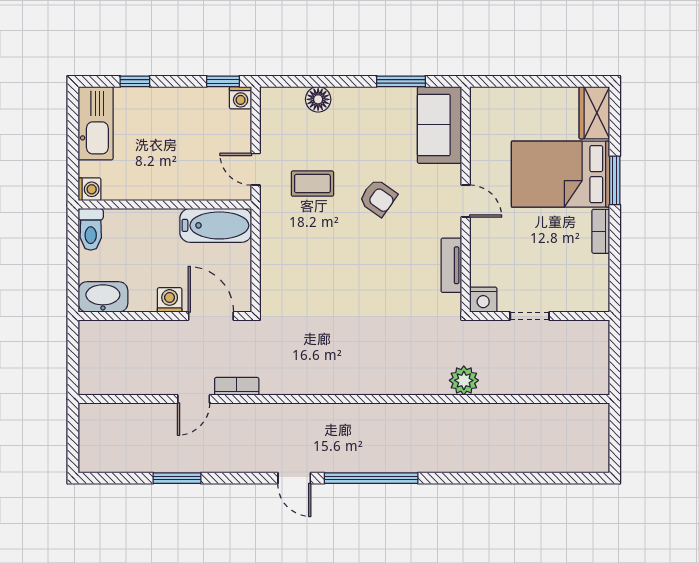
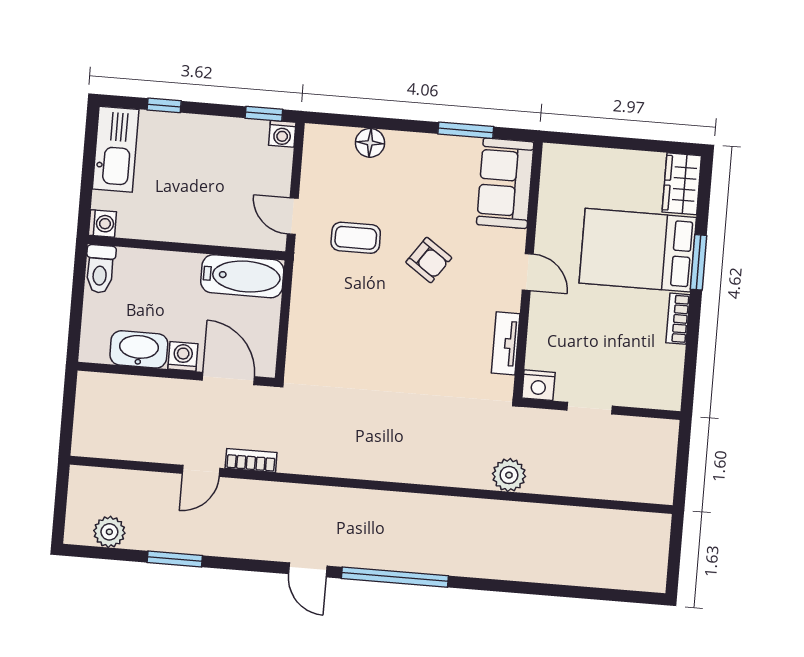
washbasin: (103, 297) -> (139, 349), moved
plant: (118, 459) -> (109, 532), added

